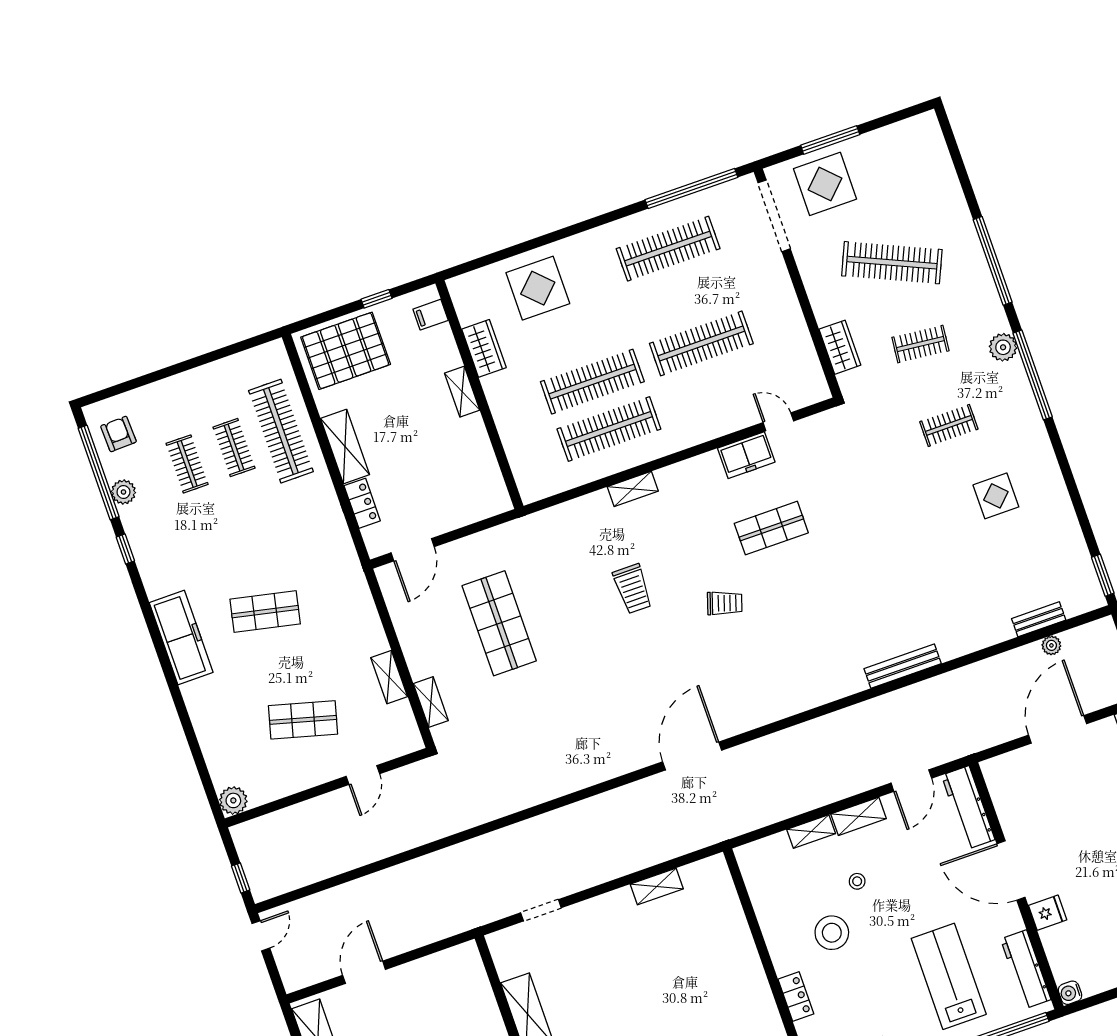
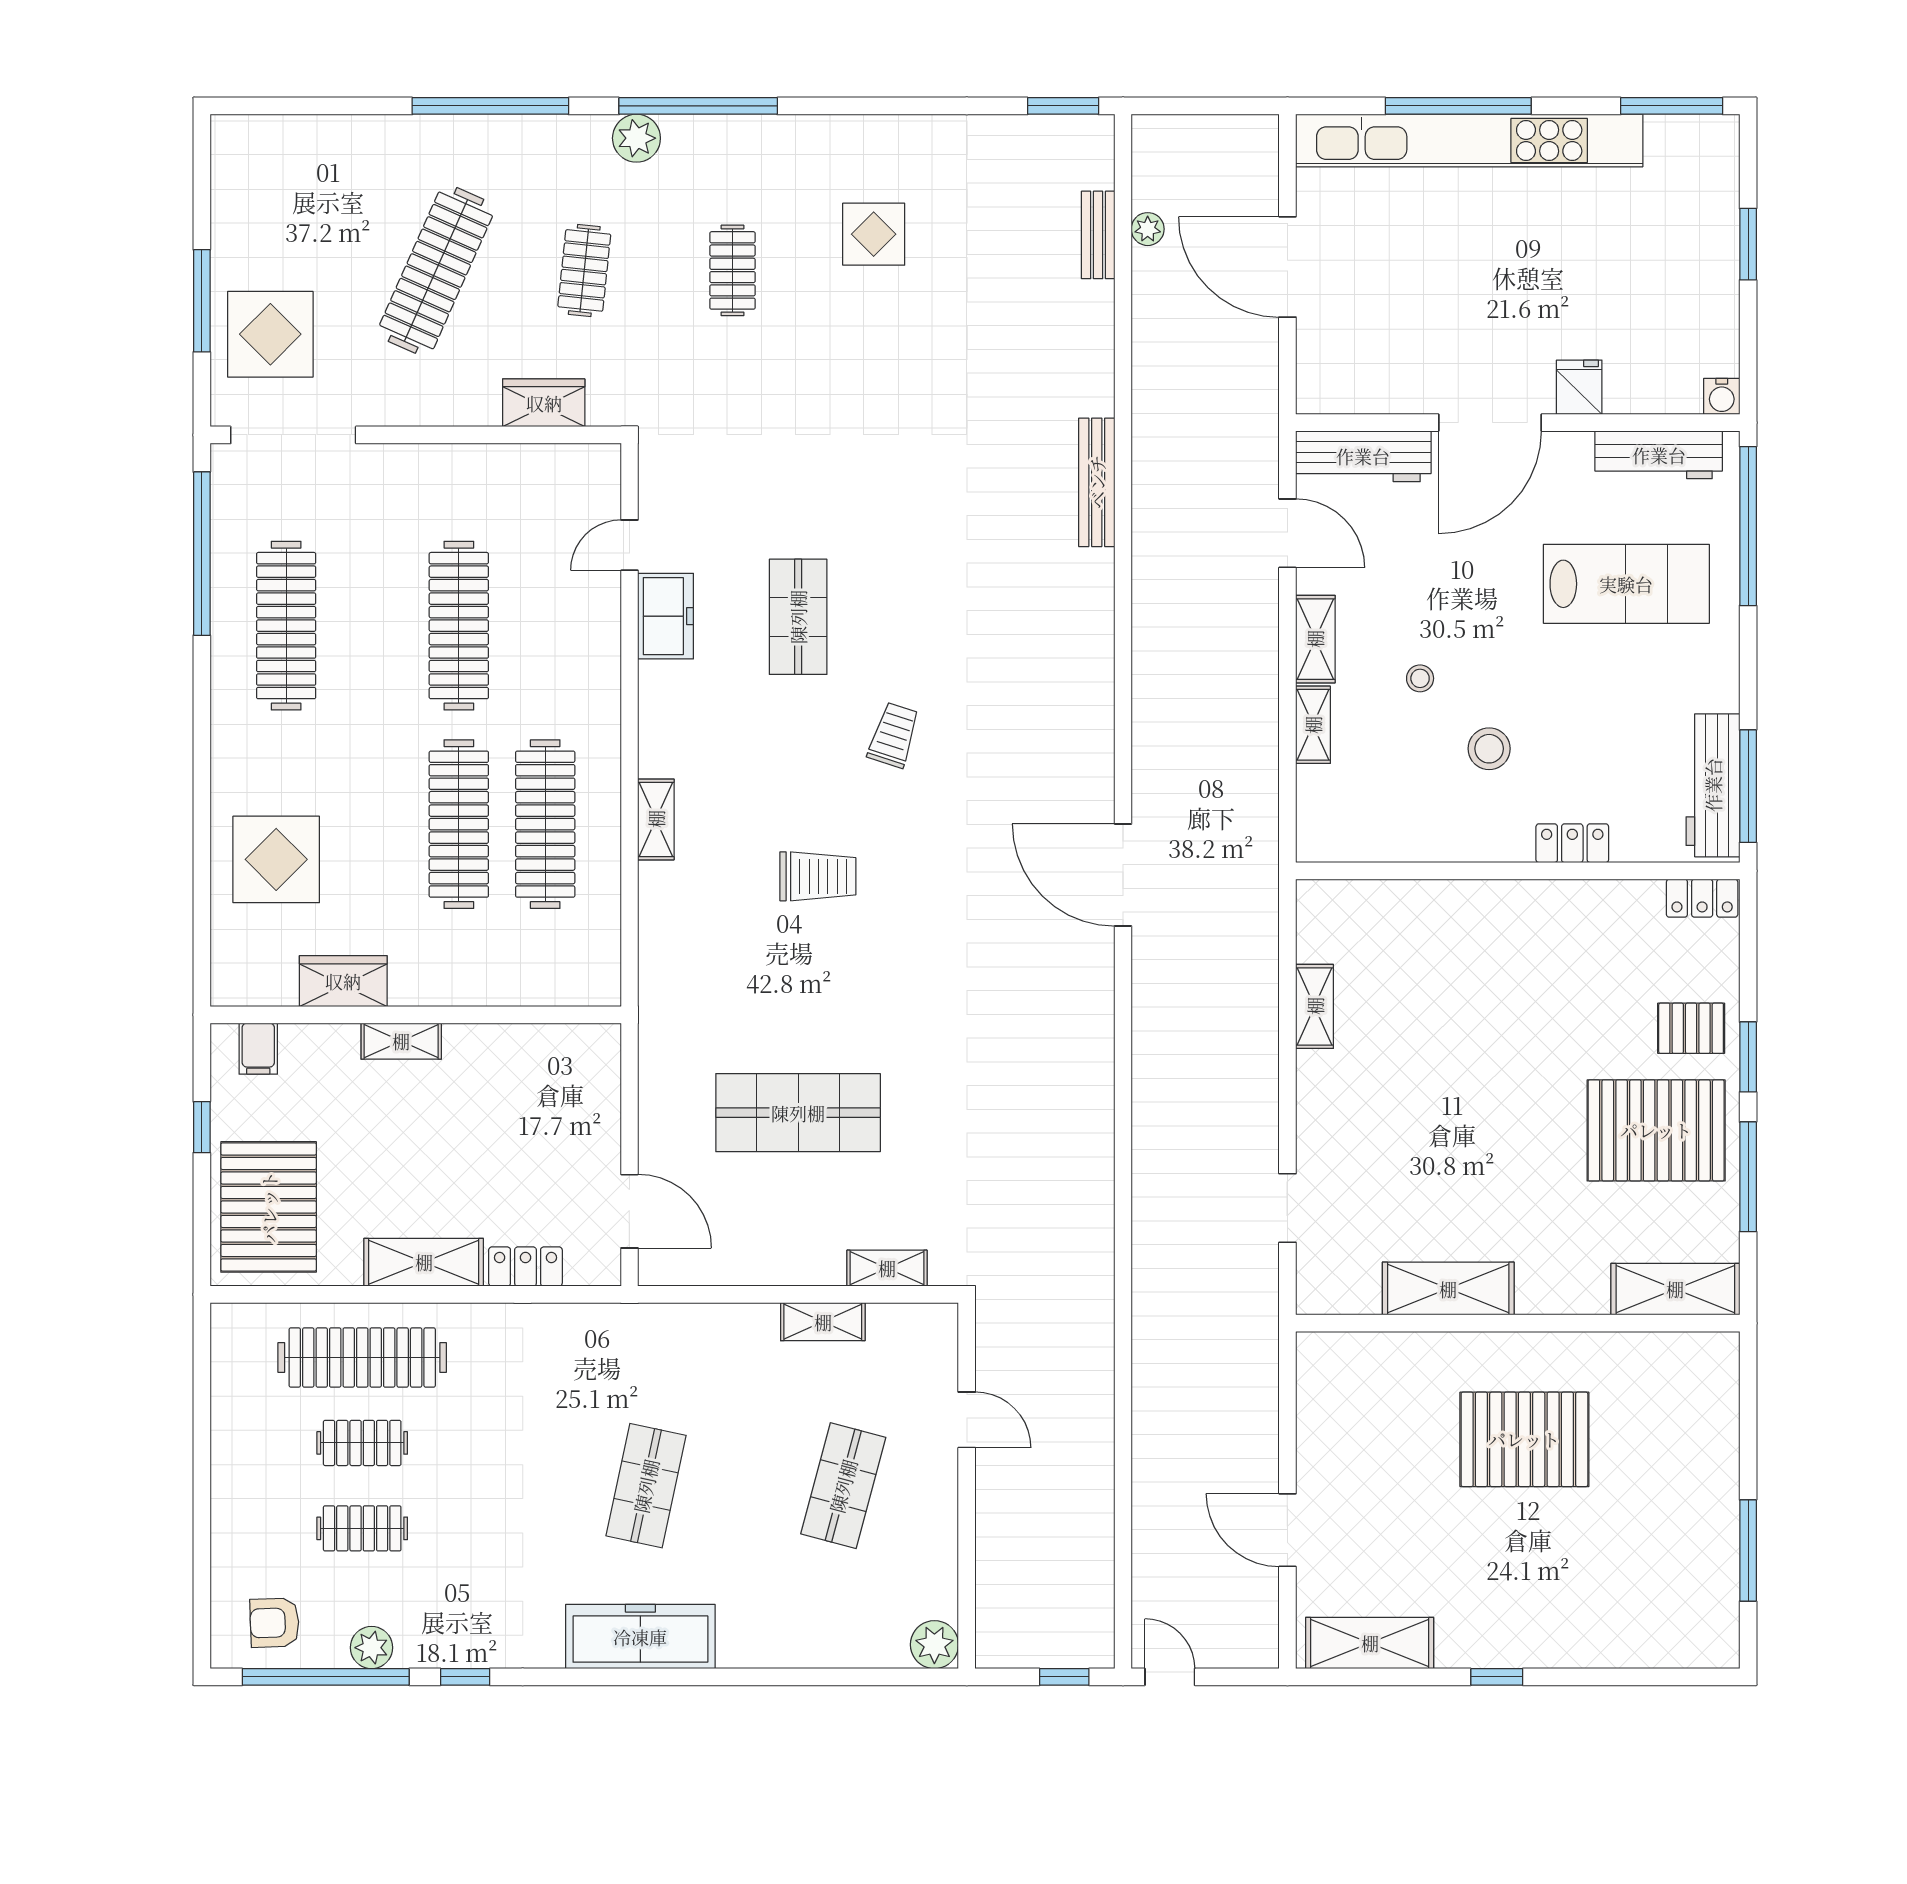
stool: (832, 933) -> (1489, 749), width x0.73, depth x0.73
lab bench: (949, 976) -> (1626, 584), turned 180

